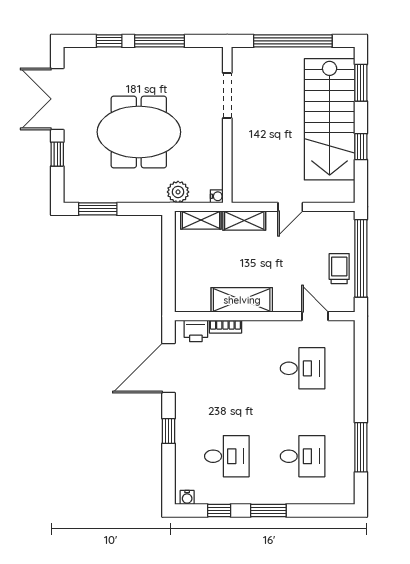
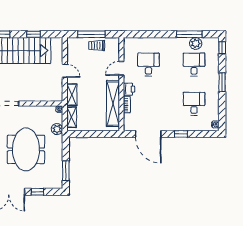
window: (361, 258) -> (91, 34), width x0.68
shelving: (242, 300) -> (113, 104), width x1.47
door: (315, 316) -> (121, 68), moved
printer: (196, 331) -> (129, 89), moved
plant: (343, 459) -> (196, 43), added
window: (219, 510) -> (222, 48), moved

